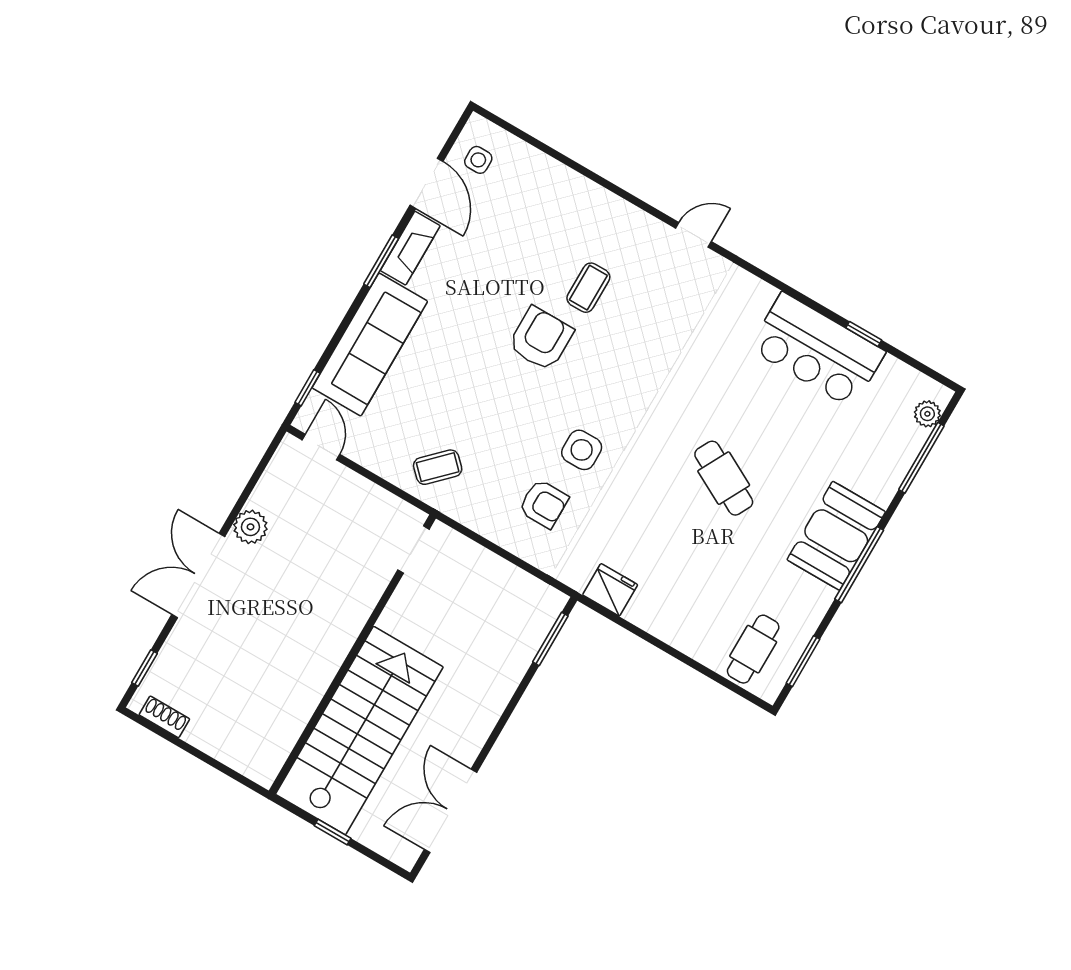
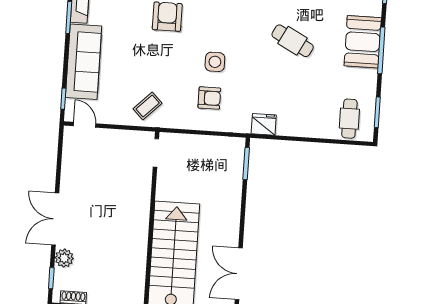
plant: (250, 527) -> (64, 258), moved

